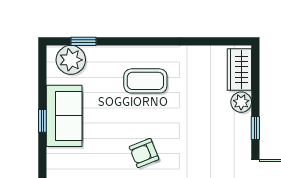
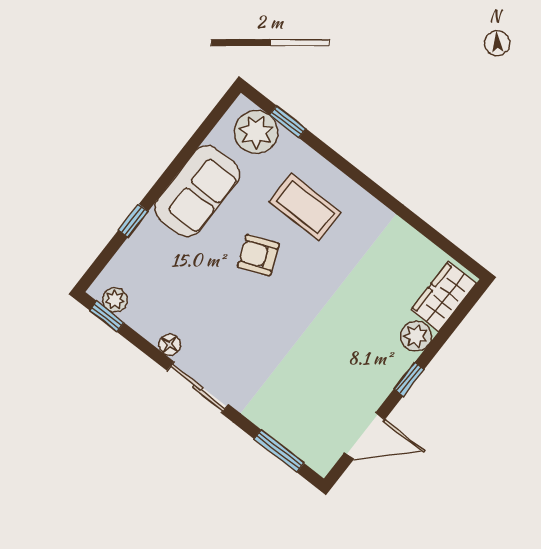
coffee table: (145, 81) -> (305, 207), moved
window: (42, 121) -> (133, 221), moved
armchair: (144, 153) -> (258, 255), moved

